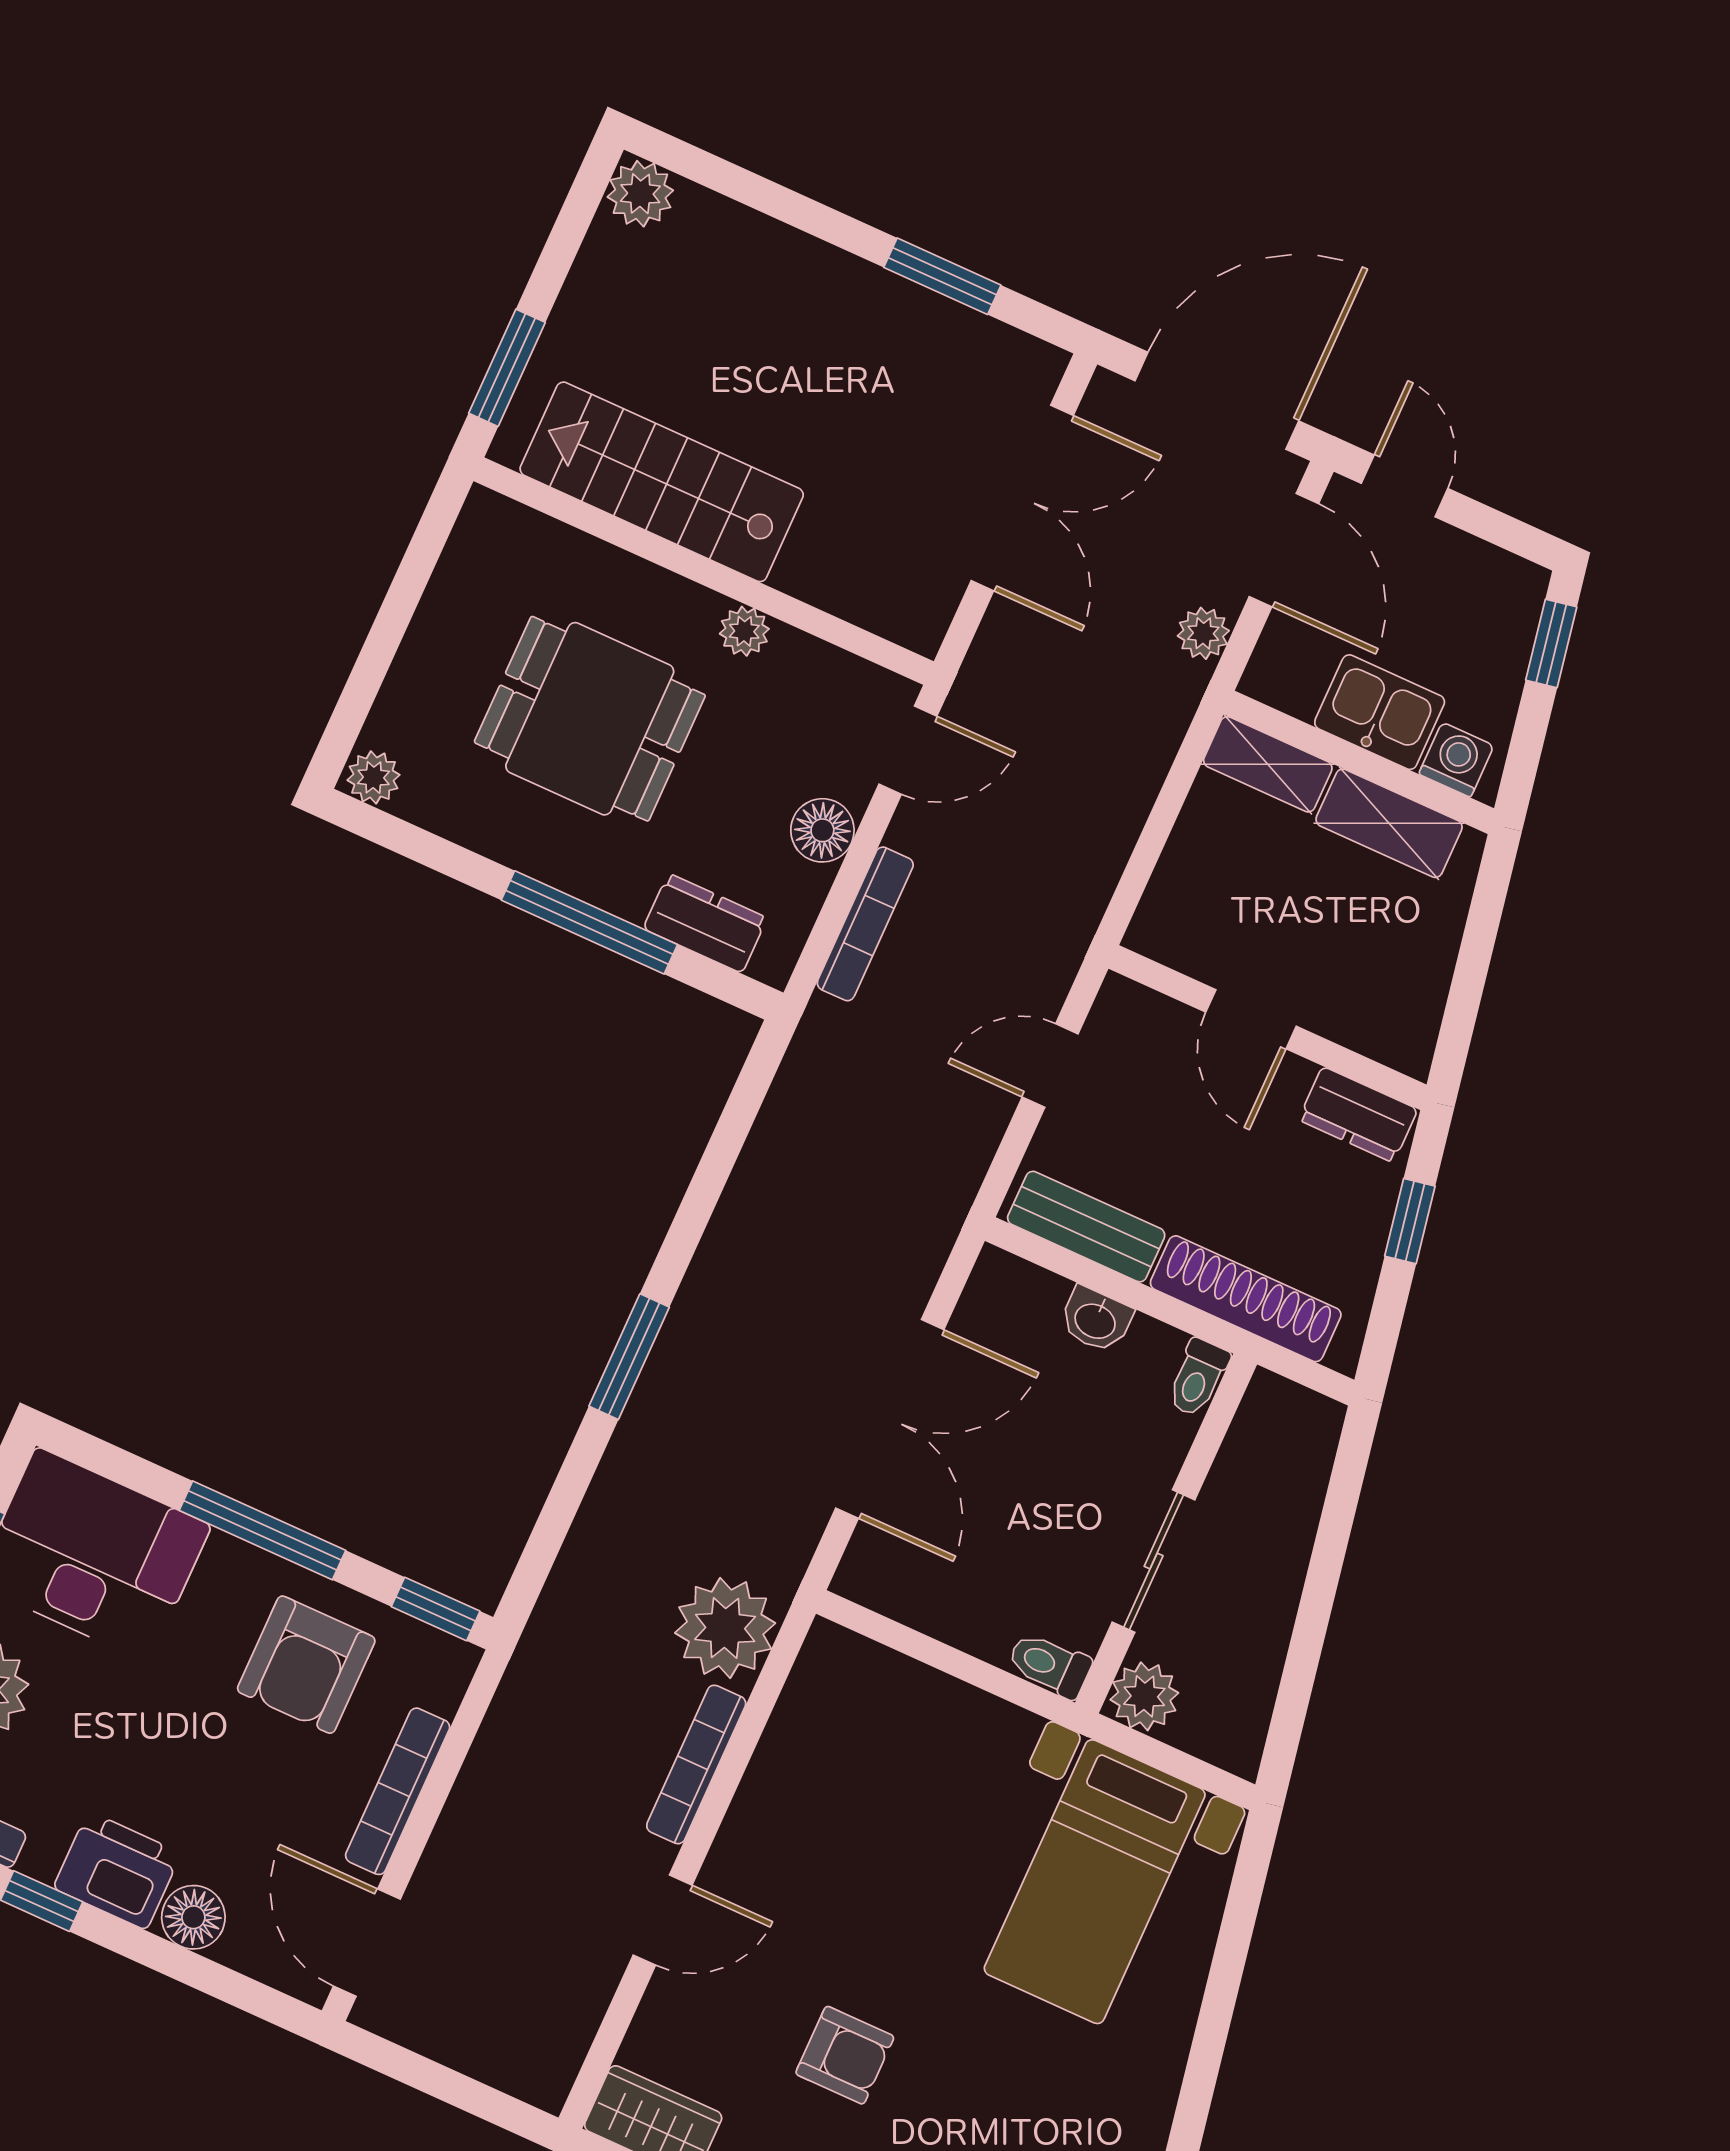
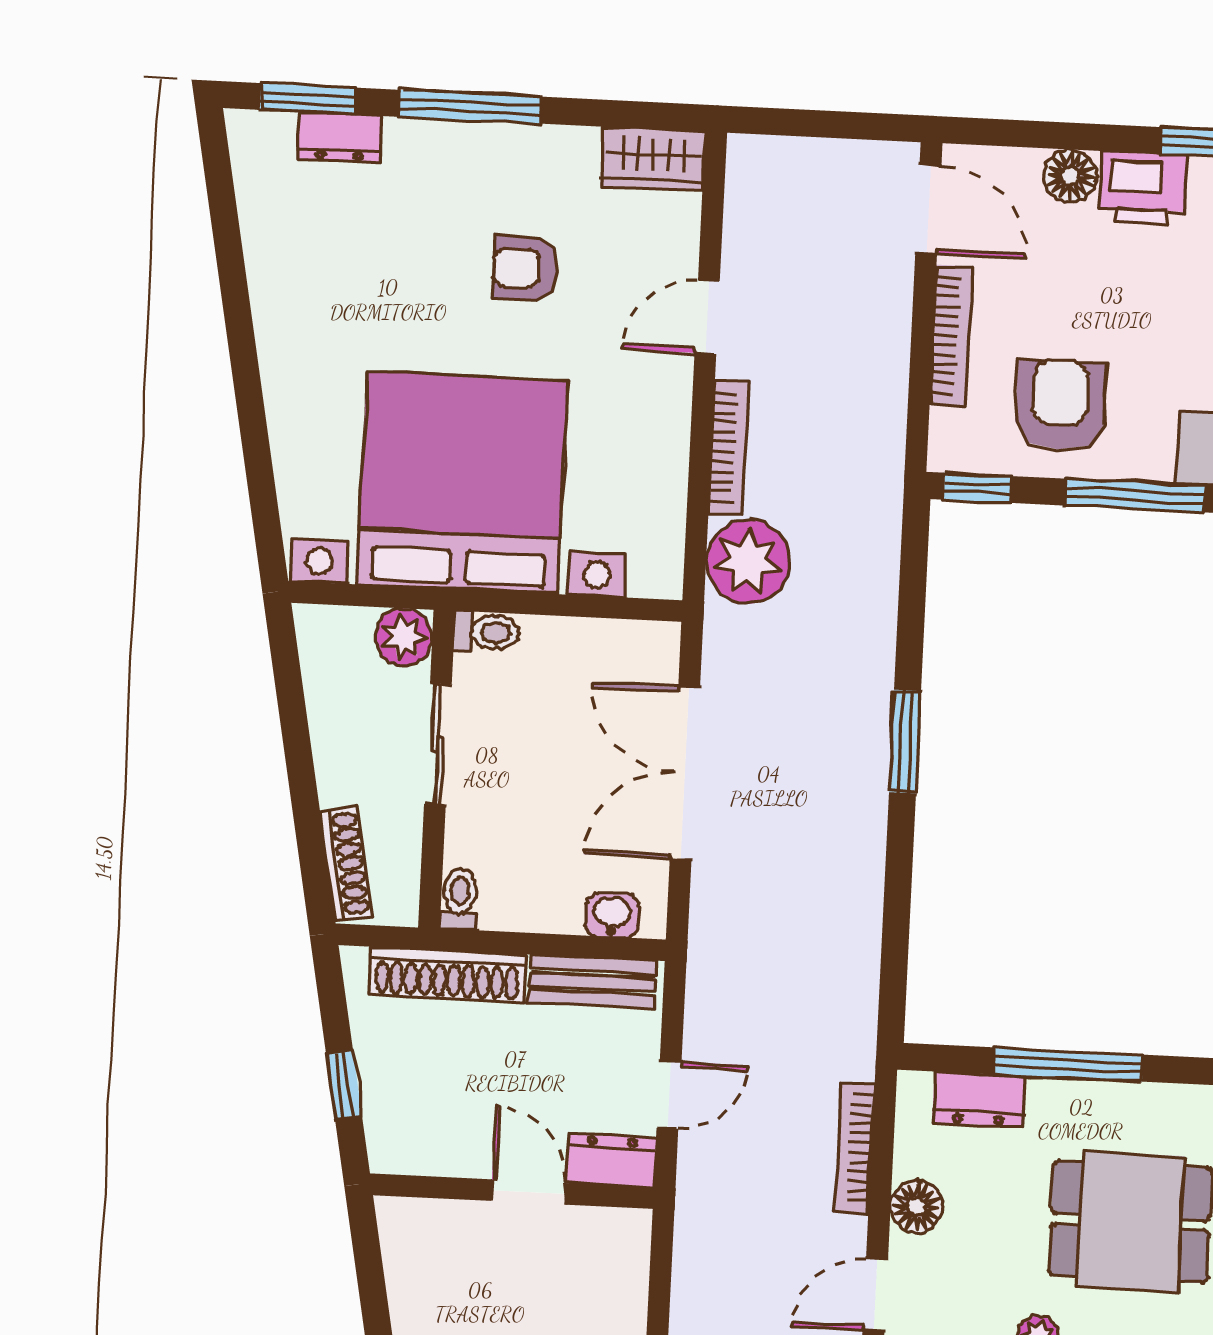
dresser: (1358, 1115) -> (611, 1161), moved
washbasin: (1096, 1320) -> (612, 915), moved
shoe rack: (1310, 1467) -> (346, 864), added
bed with nightstands: (1095, 1882) -> (462, 482), width x1.85

